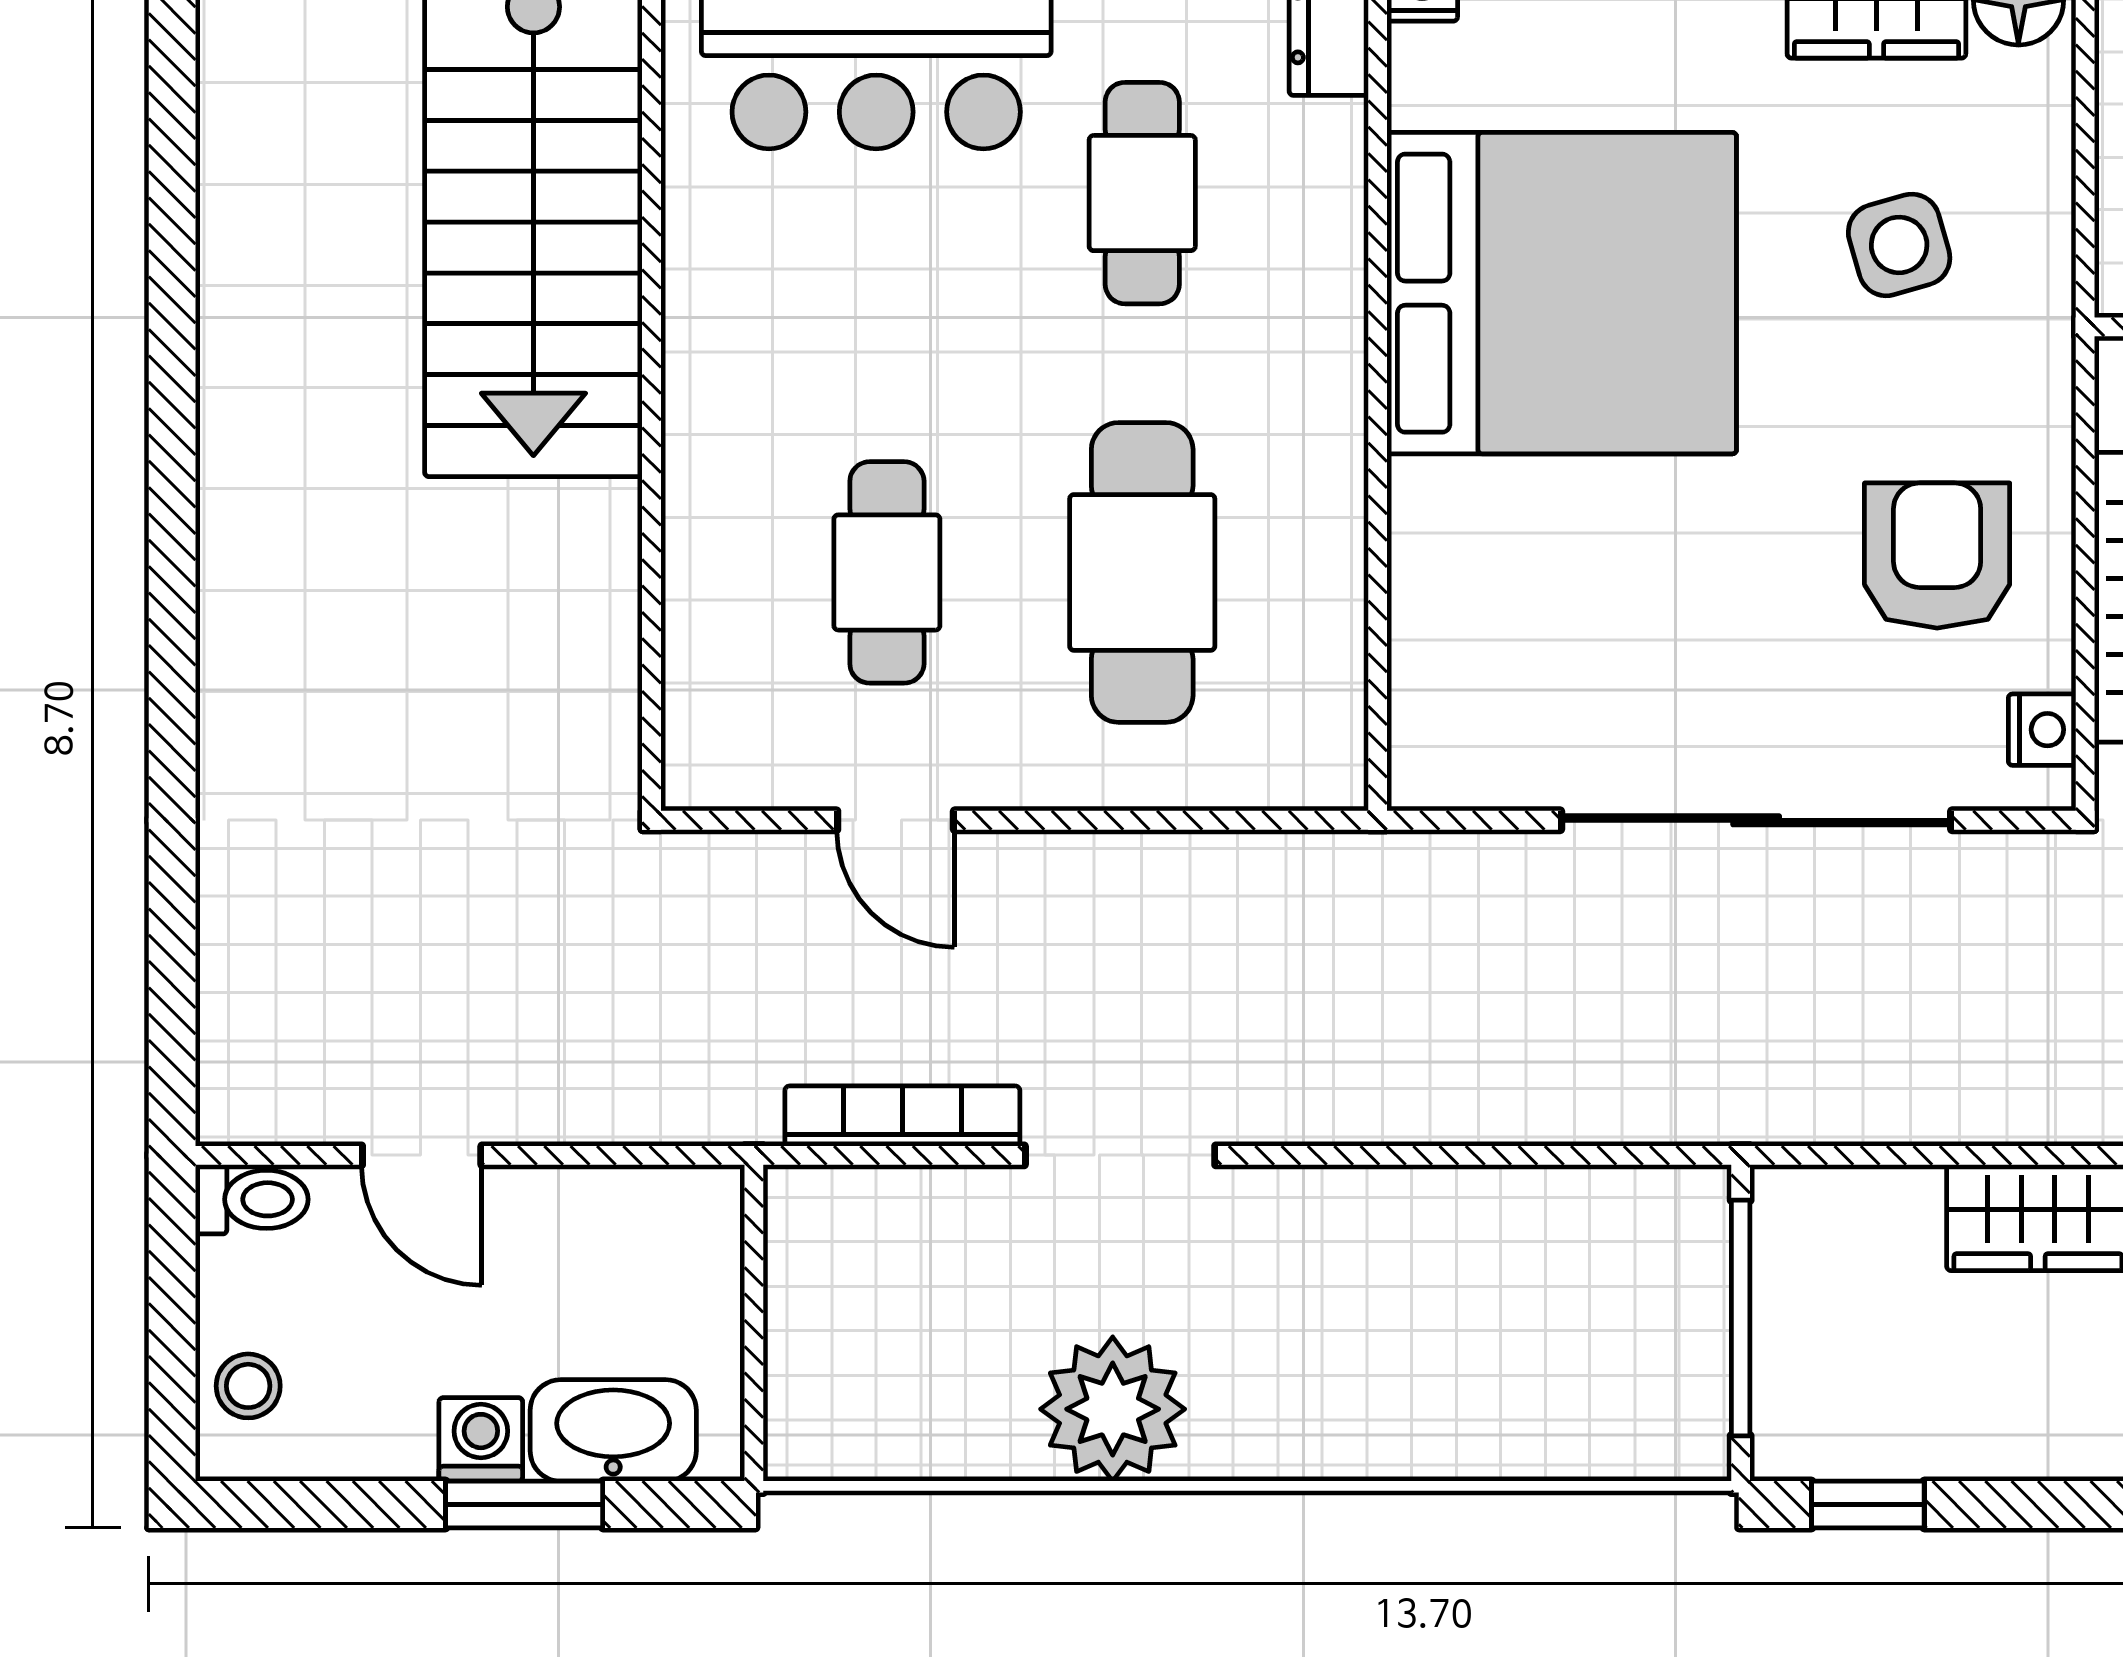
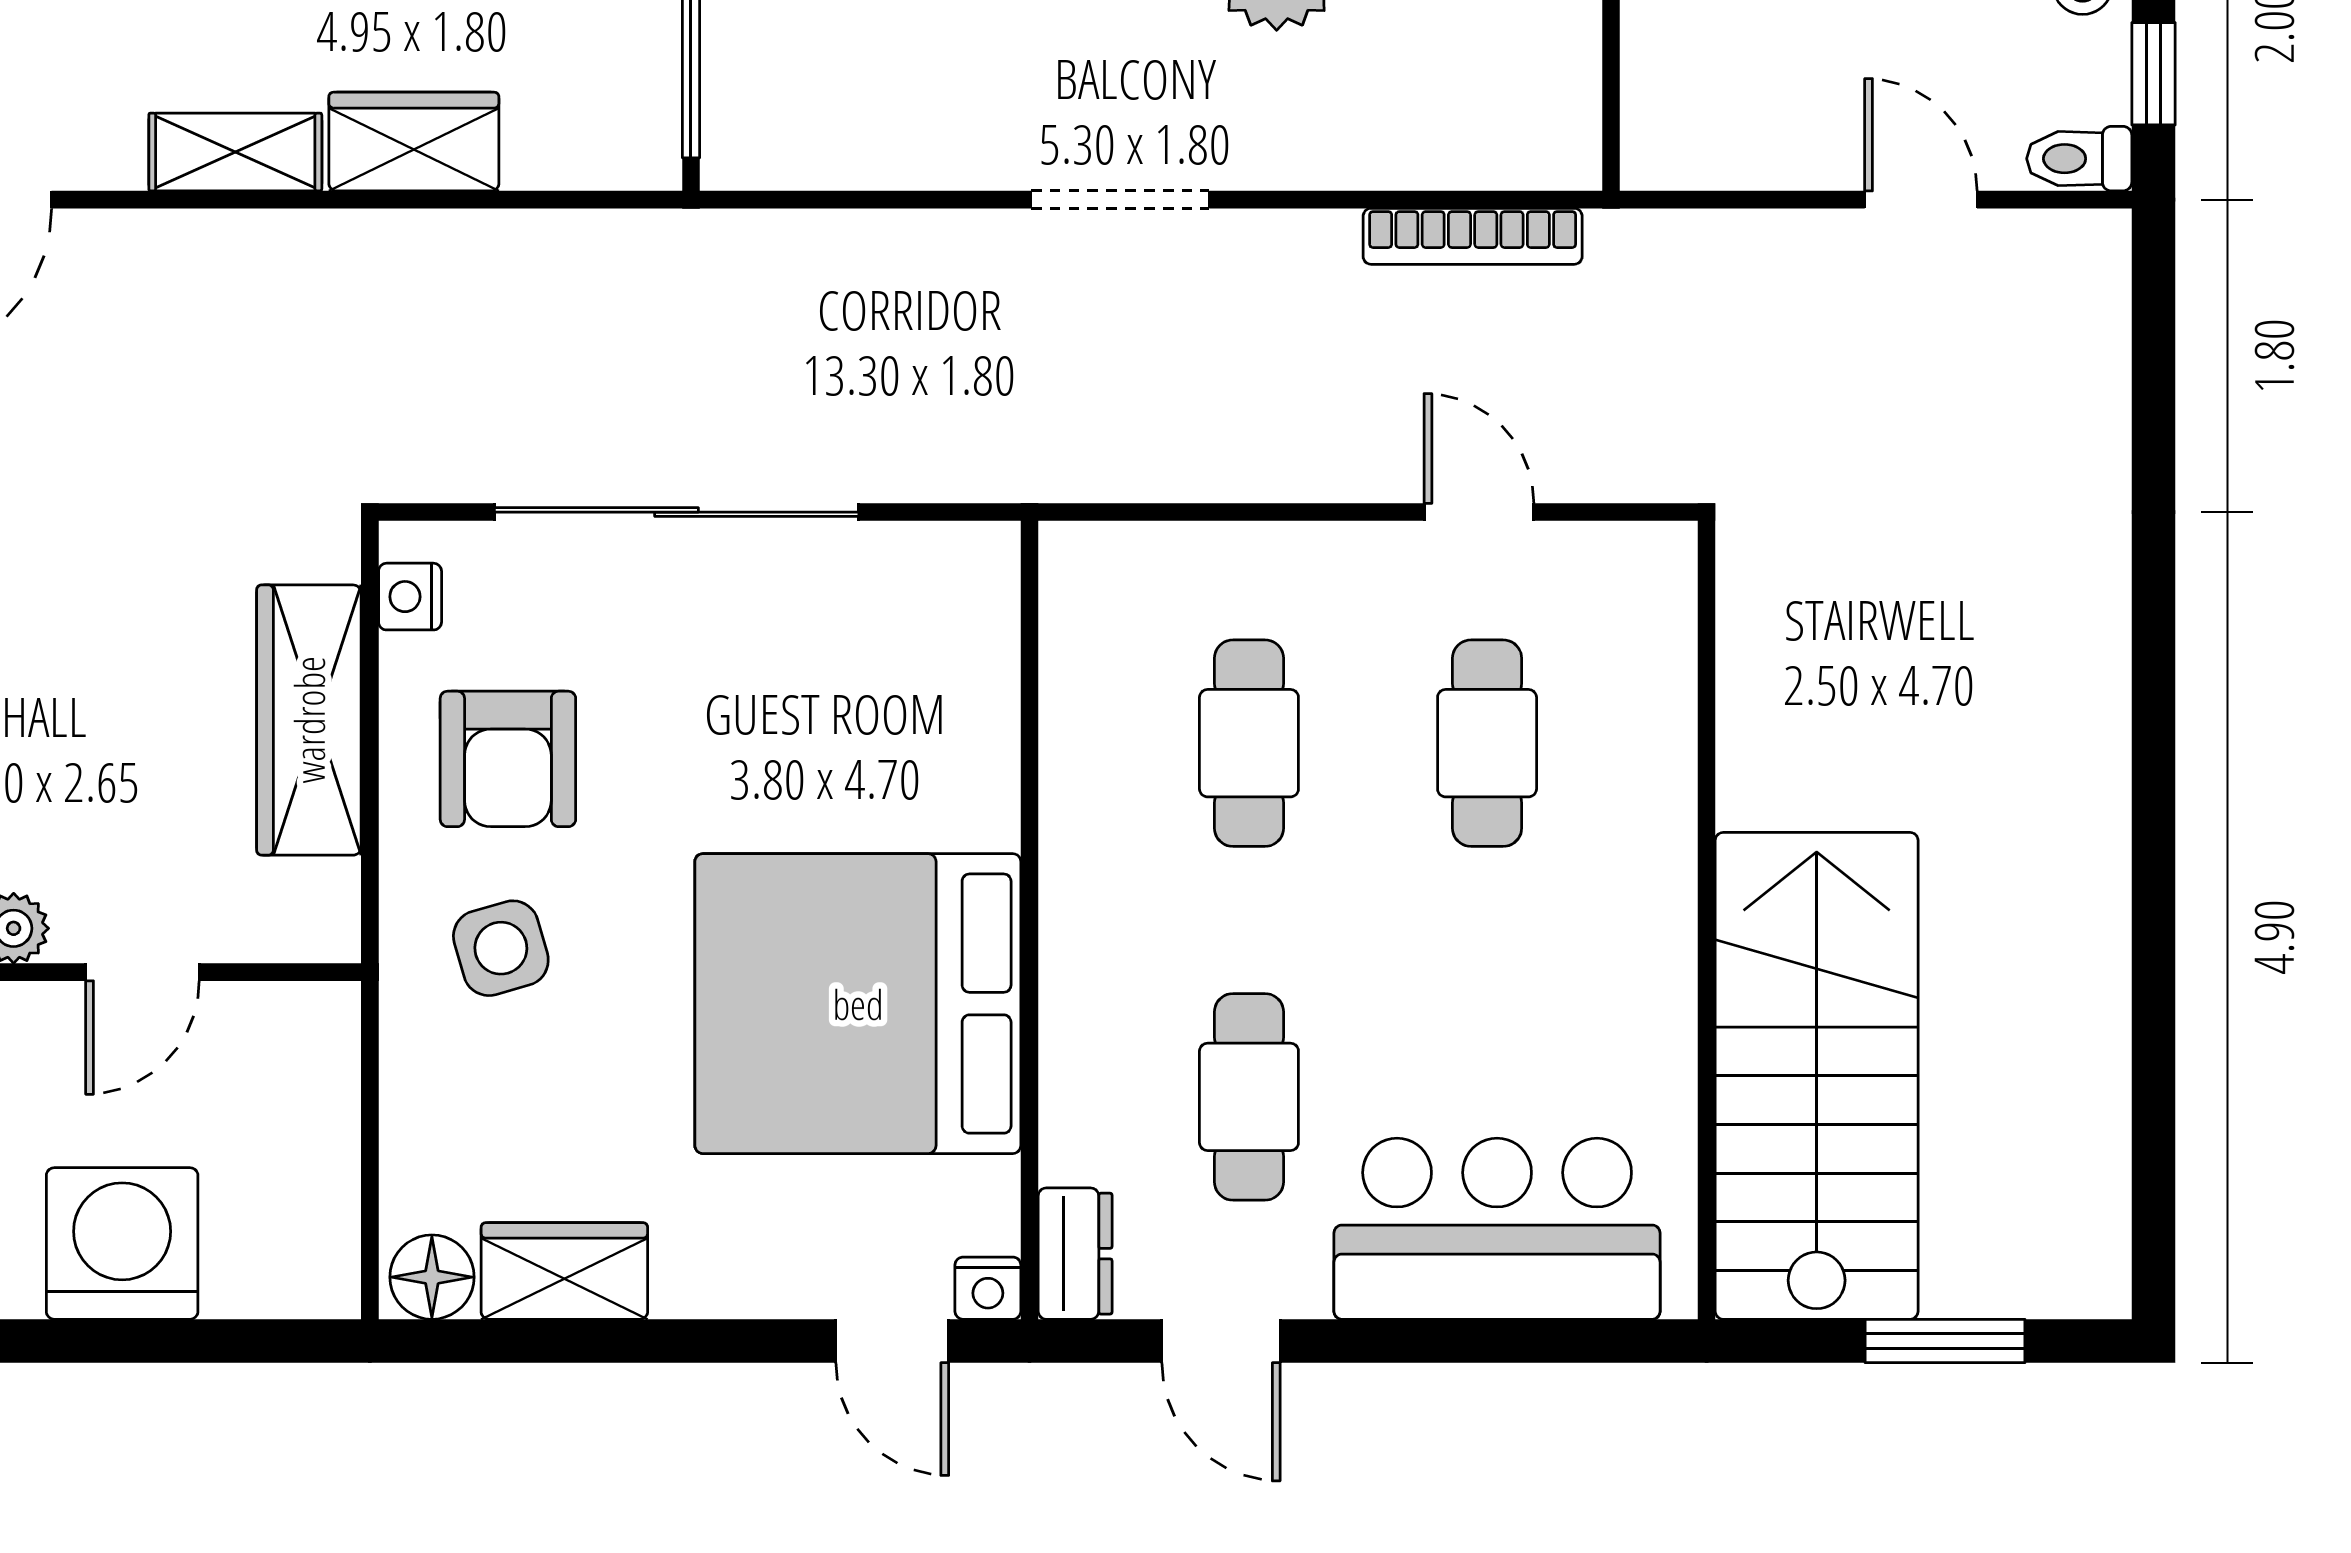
side table: (1899, 245) -> (501, 948), moved
cafe table: (1142, 572) -> (1249, 743), width x0.73, depth x0.74
doorway: (1120, 1155) -> (1120, 200), moved
window: (172, 1290) -> (2154, 74), added

